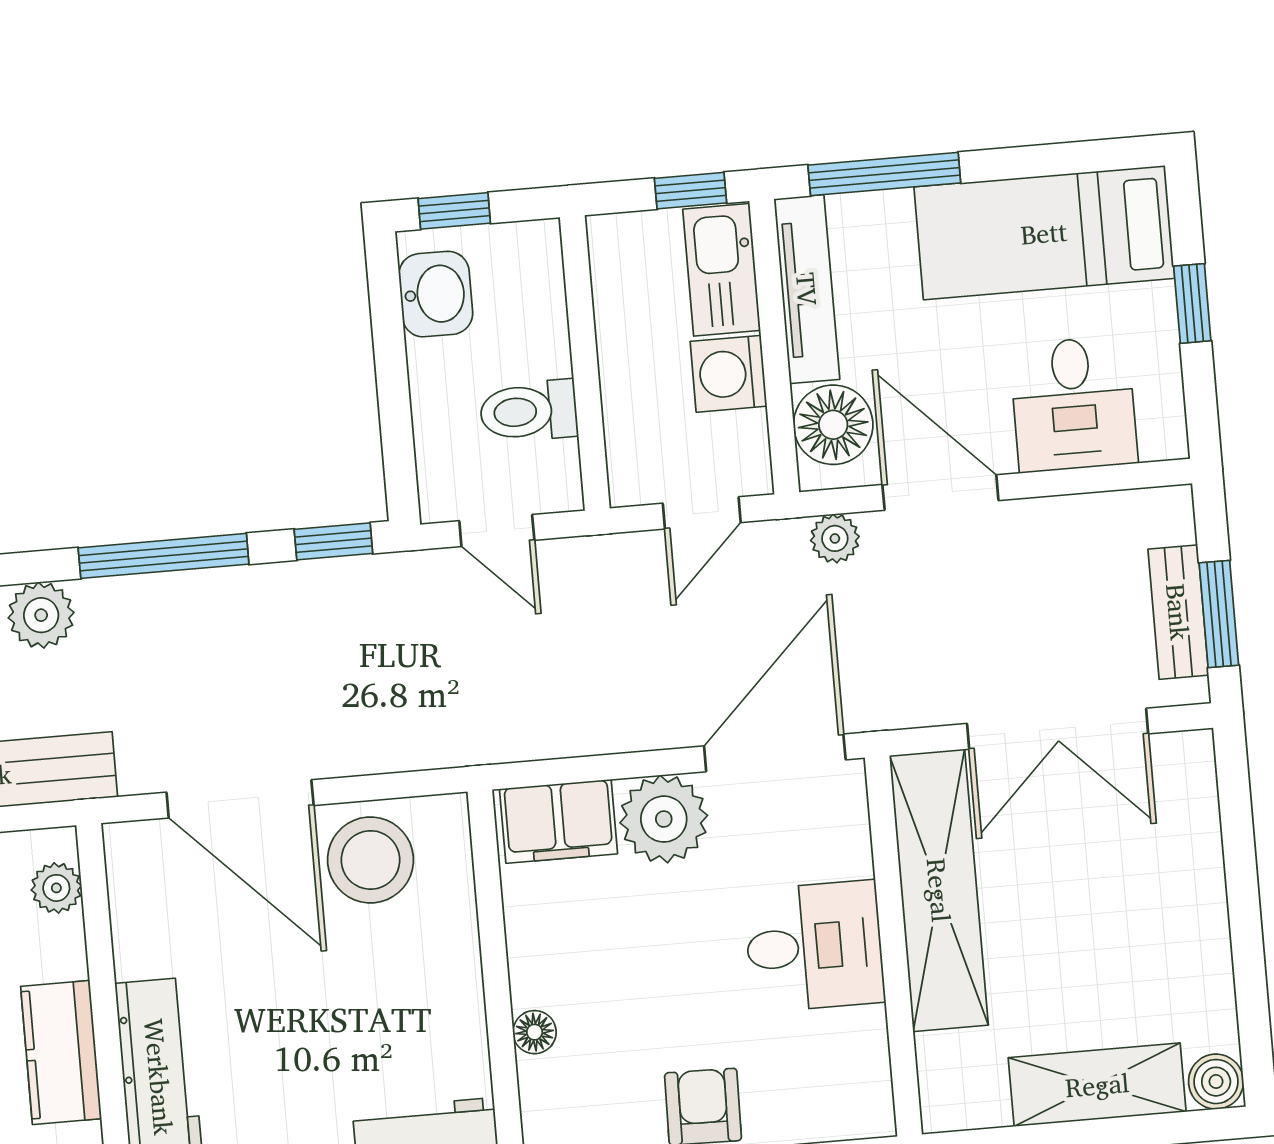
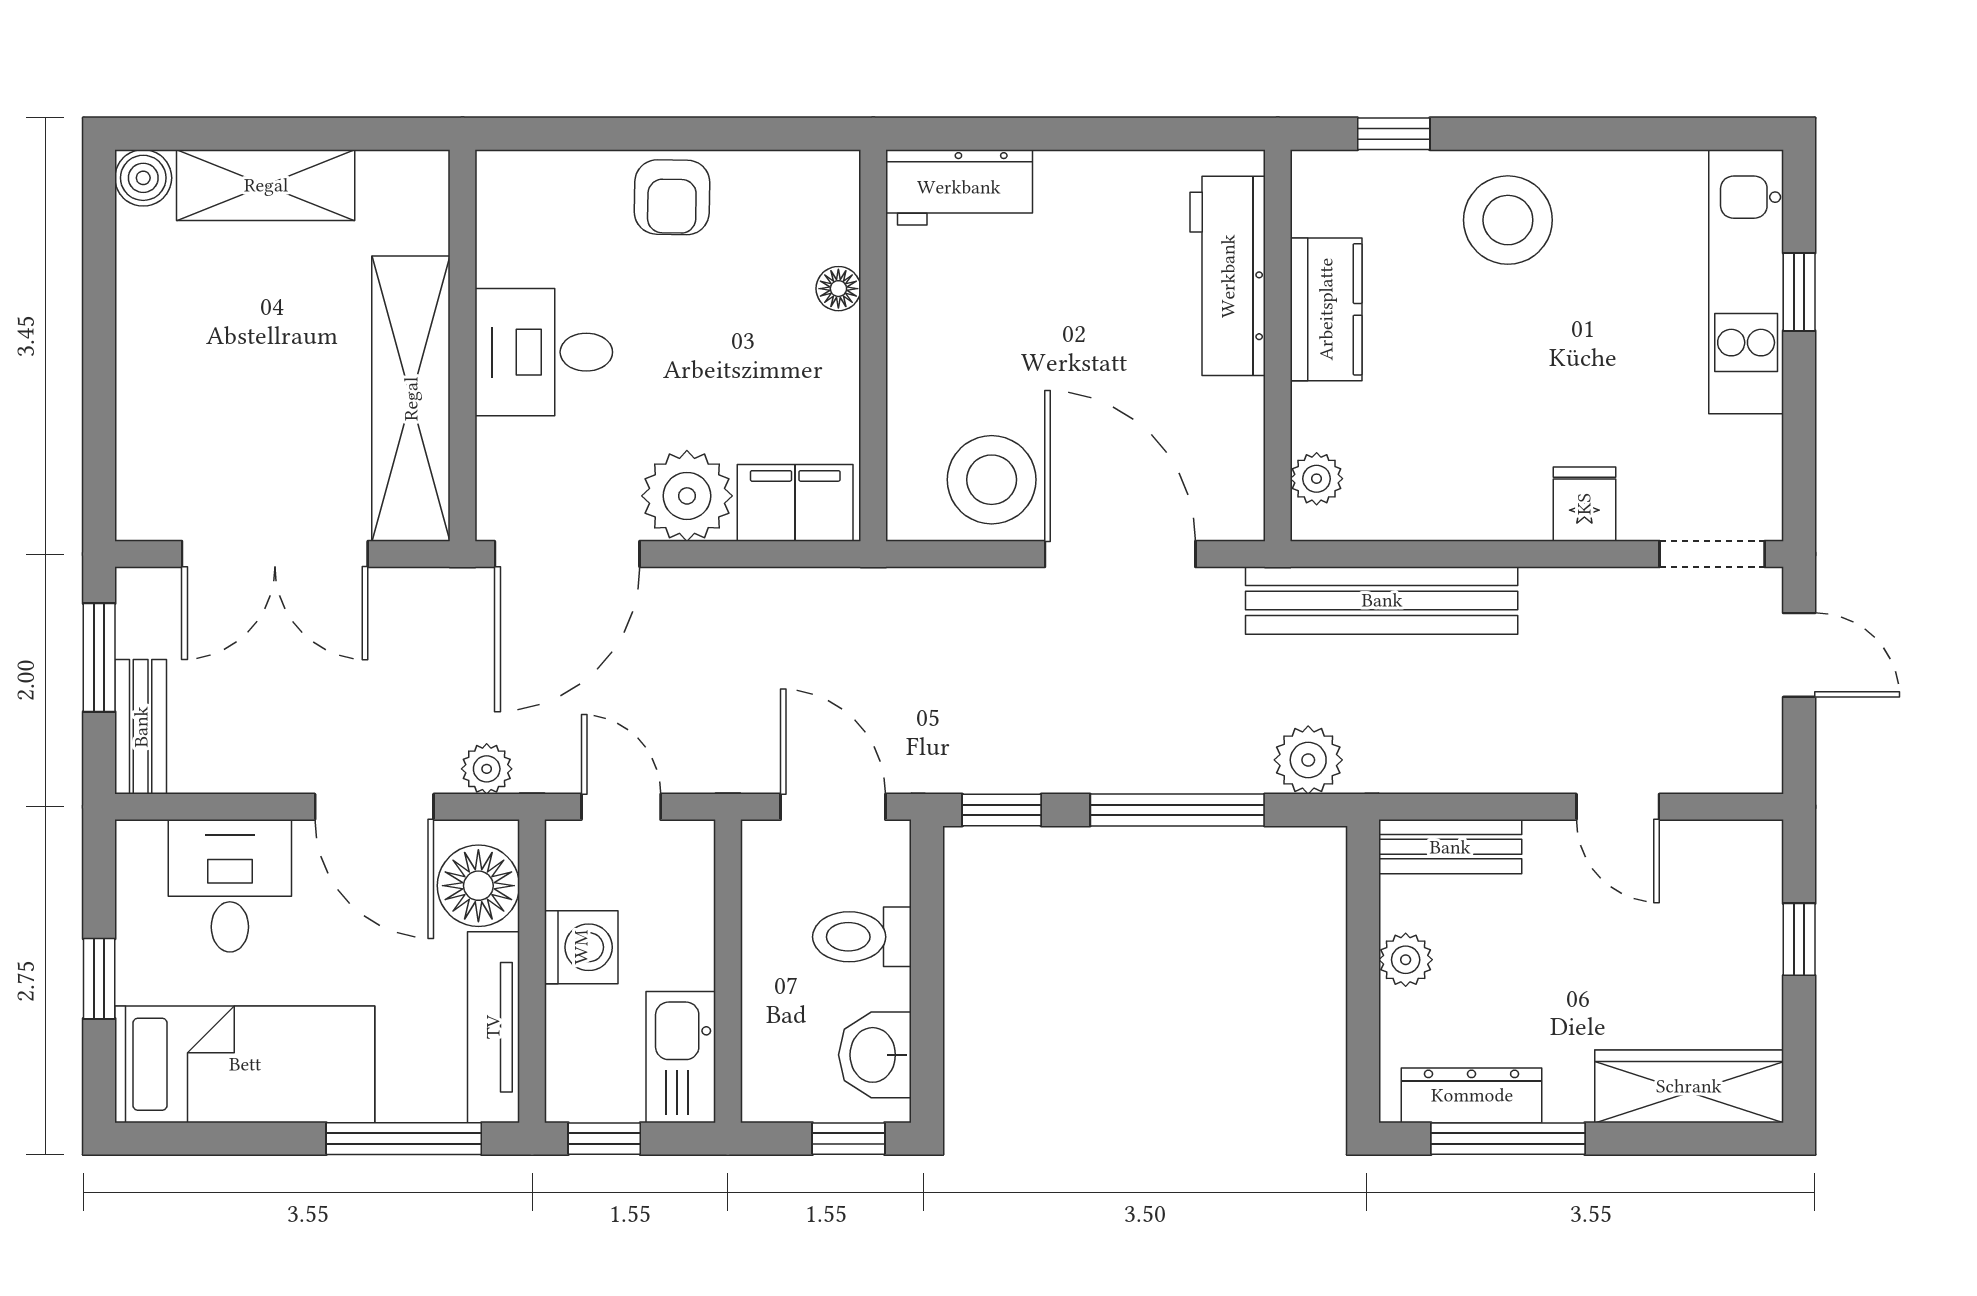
kitchen sink: (722, 270) -> (681, 1057), moved, turned 180
toilet: (529, 411) -> (862, 937), moved, turned 180
door: (702, 513) -> (621, 807), hinge flipped
door: (497, 530) -> (833, 807), width x1.37
bench: (1178, 612) -> (141, 727), moved
double door: (1058, 729) -> (275, 554), swing flipped

